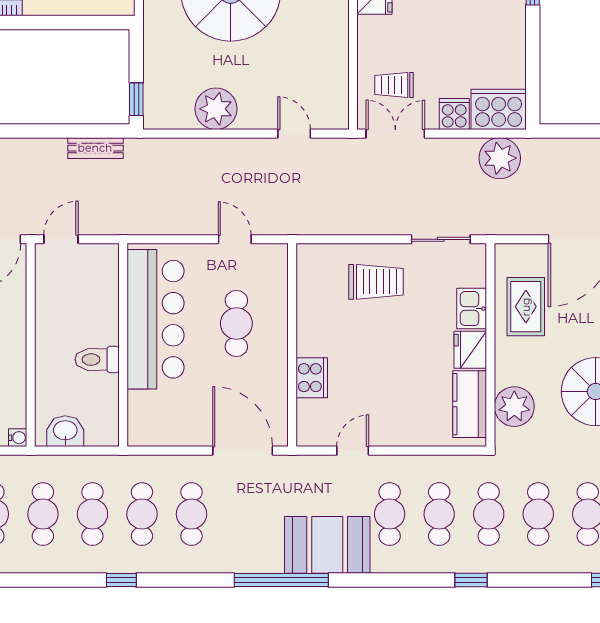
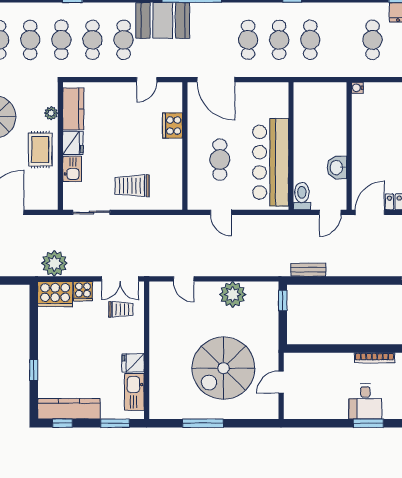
rug: (526, 307) -> (40, 150), moved
toilet: (97, 360) -> (302, 196), moved, turned -90
plant: (514, 407) -> (51, 113), width x0.53, depth x0.53
washbasin: (65, 431) -> (337, 168), moved, turned 90
cafe table: (43, 514) -> (341, 40), removed

